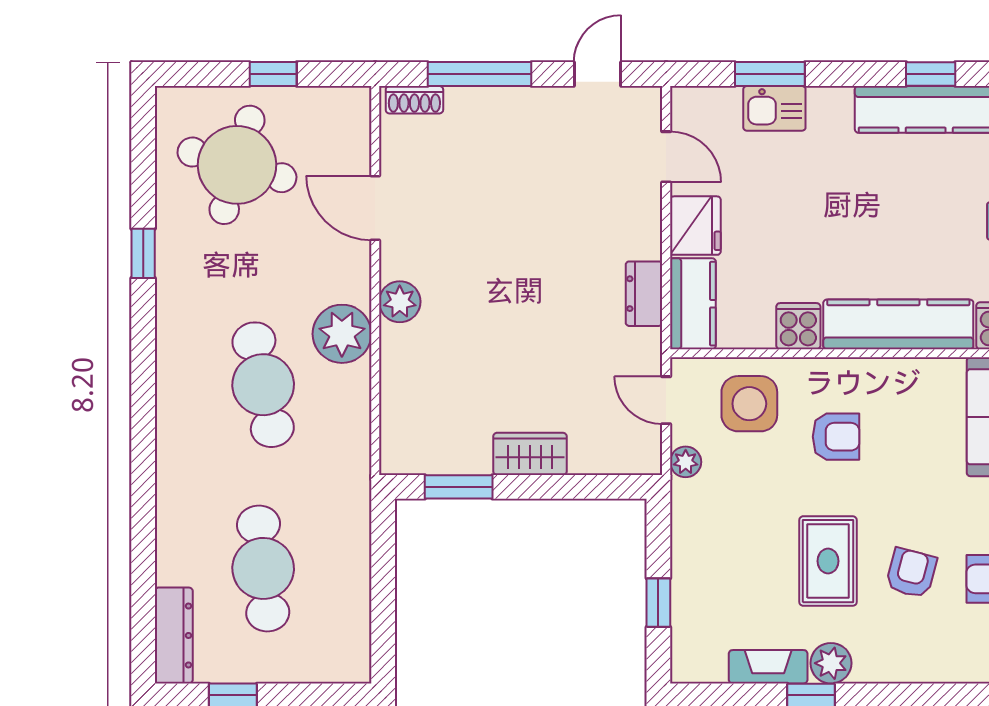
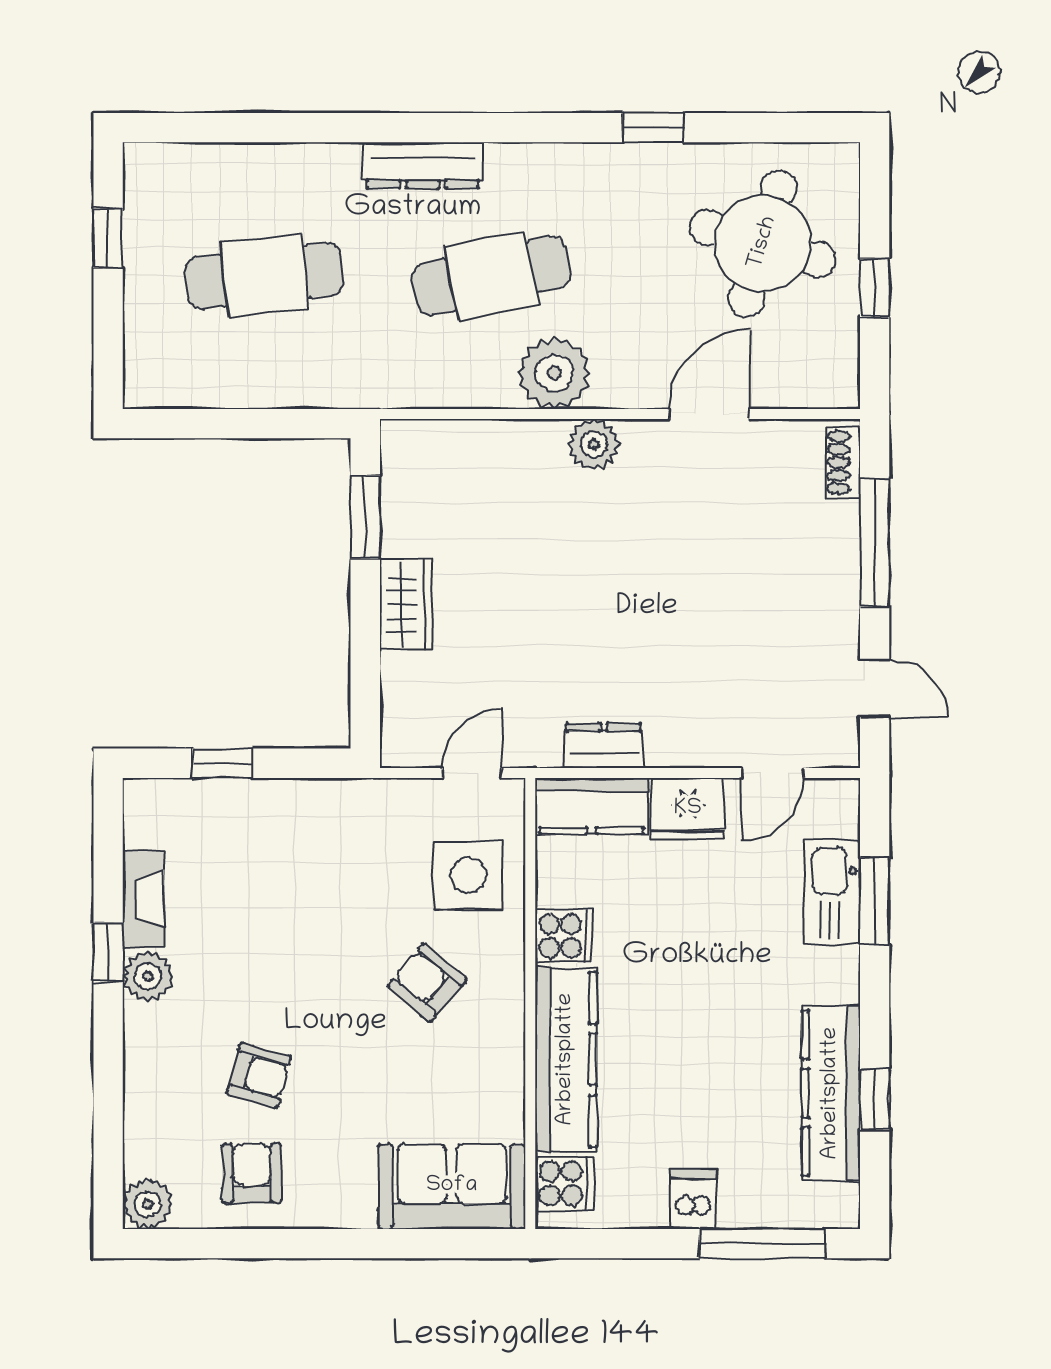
kitchen sink: (774, 108) -> (832, 892), width x1.38
armchair: (836, 437) -> (427, 983), turned 130
plant: (686, 462) -> (396, 797), removed
rug: (828, 561) -> (274, 973), removed
dresser: (174, 635) -> (423, 165), moved

